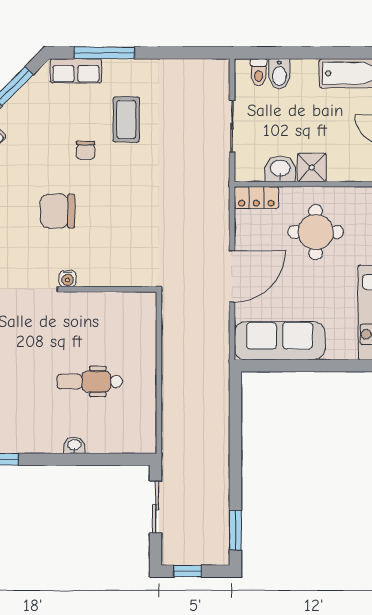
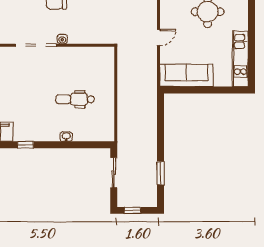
door: (232, 276) -> (159, 38), width x0.53
window: (235, 530) -> (161, 173), moved

